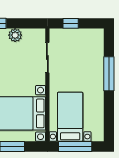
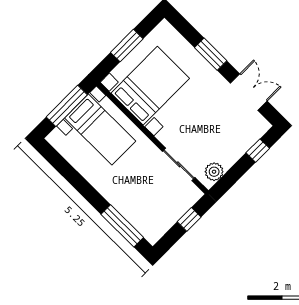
plant: (15, 35) -> (214, 172), moved
window: (109, 74) -> (122, 226), moved

